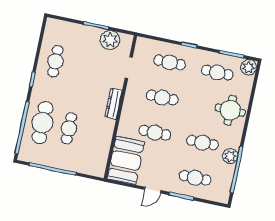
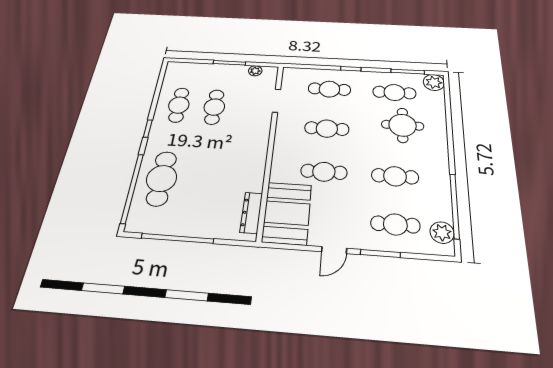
plant: (110, 40) -> (255, 71), width x0.53, depth x0.53
dresser: (114, 104) -> (251, 213), moved
round table: (230, 110) -> (403, 125), moved
cafe table: (69, 128) -> (214, 107), moved
plant: (230, 156) -> (442, 233), moved

